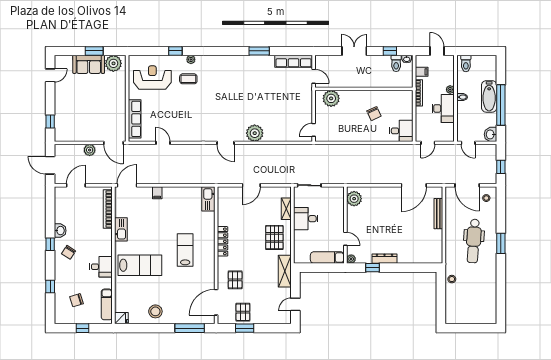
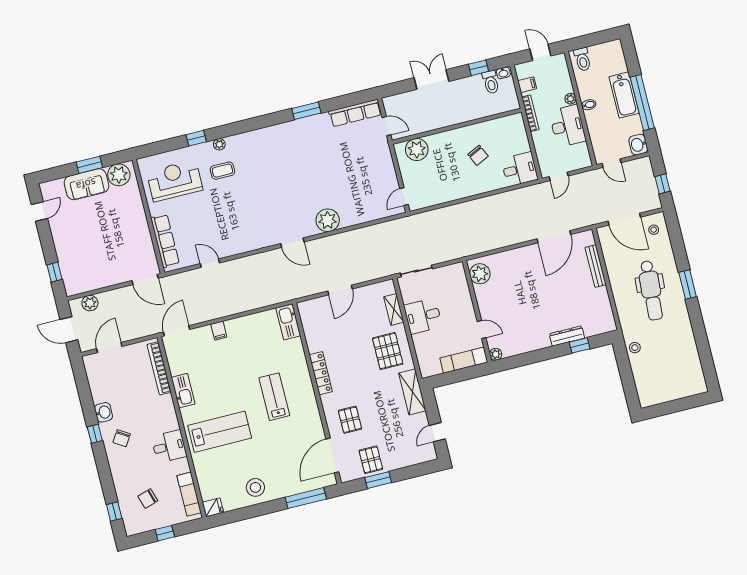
plant: (90, 150) -> (90, 303), moved
dresser: (384, 259) -> (567, 336), moved
window: (373, 268) -> (580, 345), moved
window: (50, 287) -> (114, 511), moved

